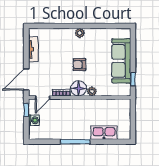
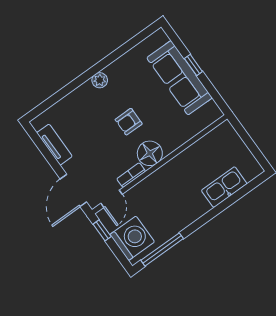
window: (133, 79) -> (193, 65), moved
plant: (92, 91) -> (170, 145), removed
washing machine: (34, 120) -> (132, 238), width x1.89, depth x1.89
window: (75, 142) -> (162, 249), moved

